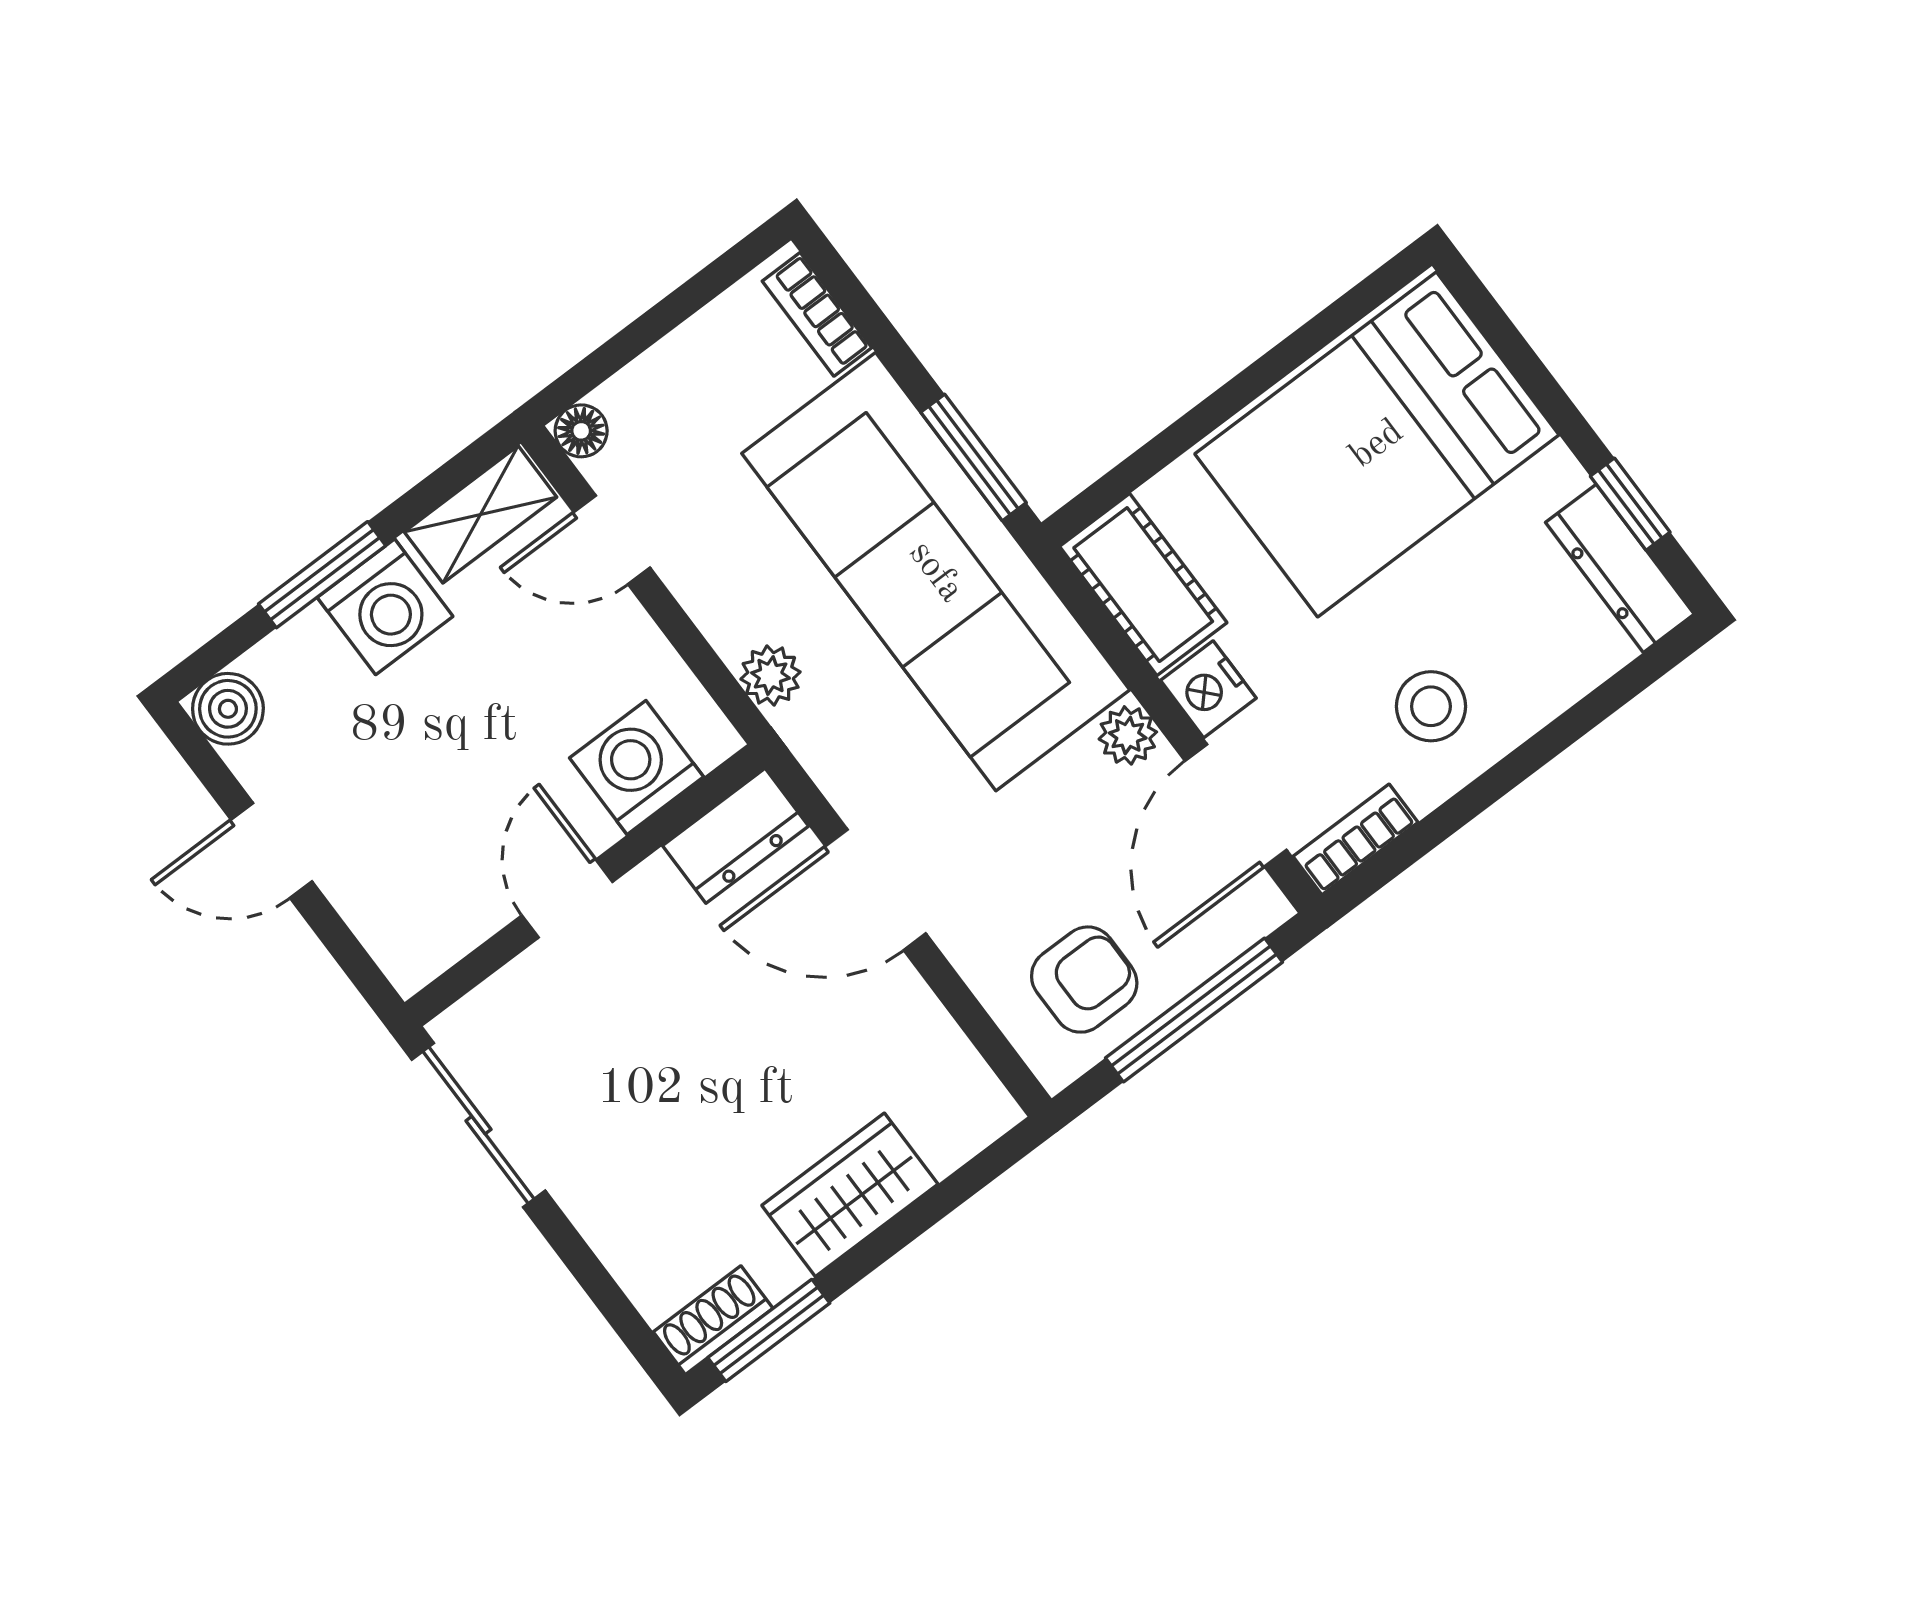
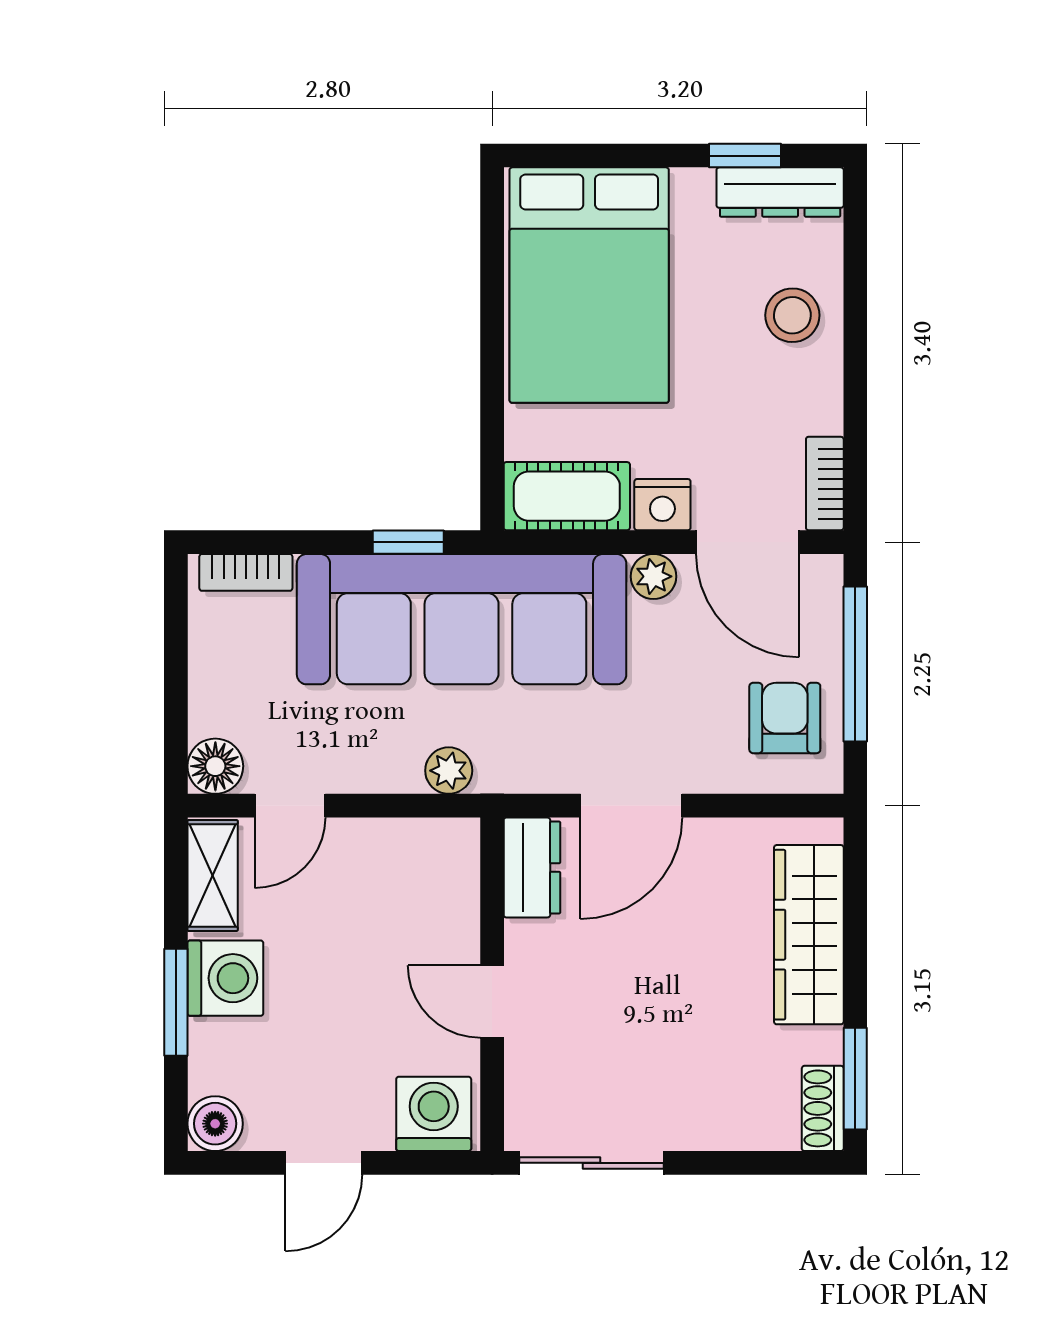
floor lamp: (581, 431) -> (215, 766), width x1.37, depth x1.37
window: (974, 457) -> (408, 542), width x0.67
stool: (1431, 706) -> (792, 315), moved
washing machine: (636, 767) -> (434, 1114), moved, turned 90
wardrobe: (850, 1195) -> (809, 935), width x1.50

